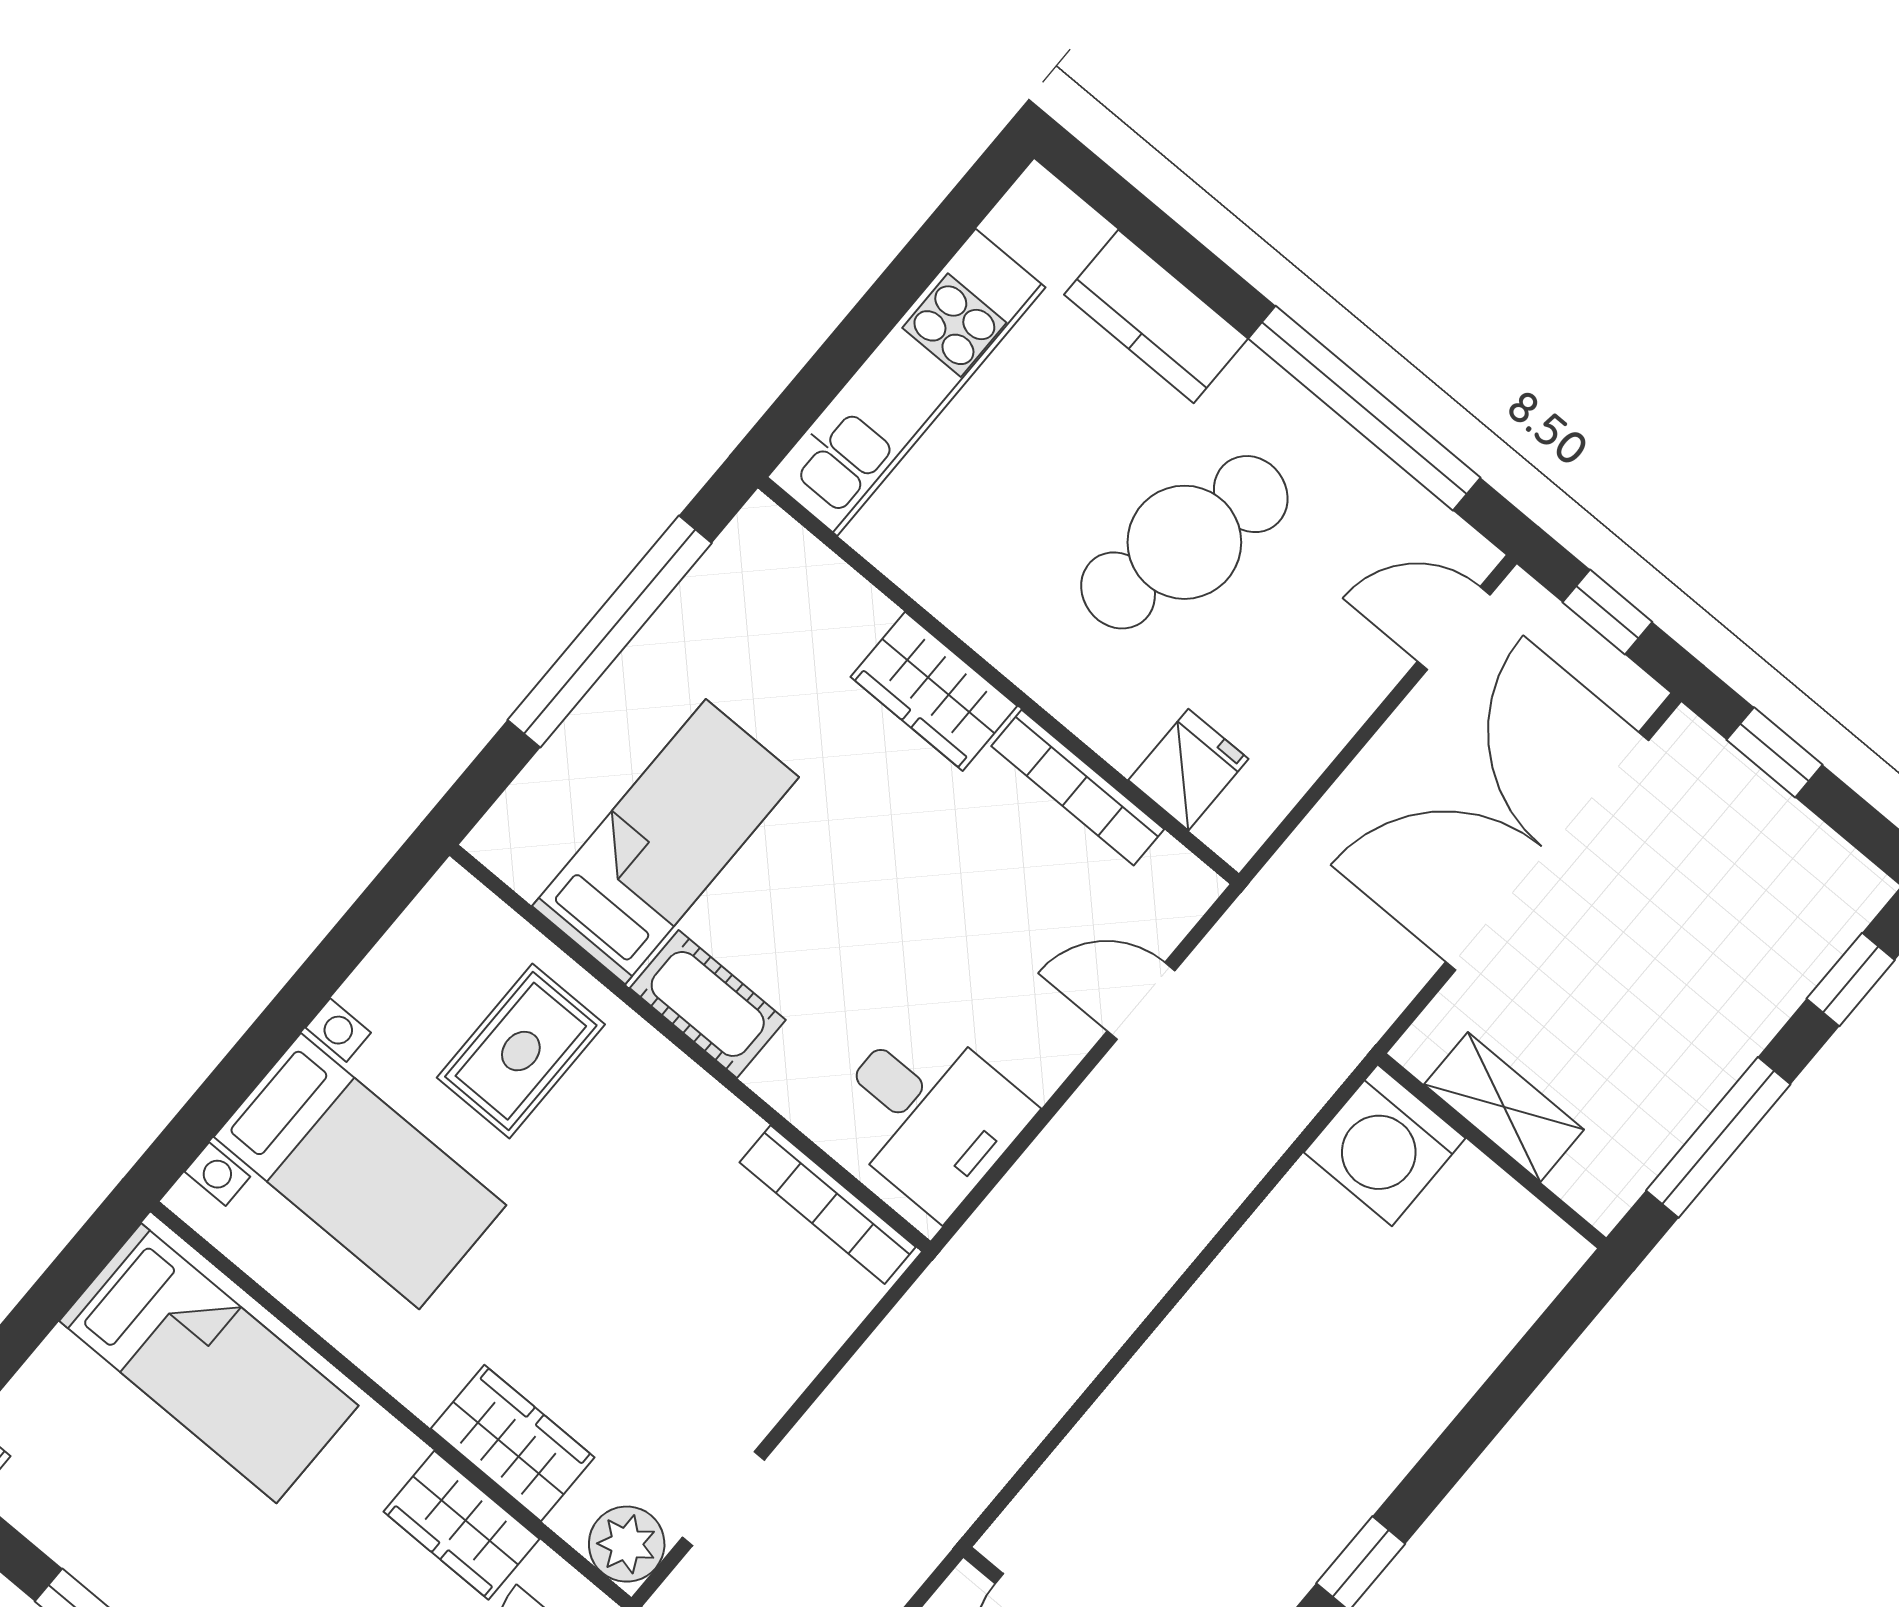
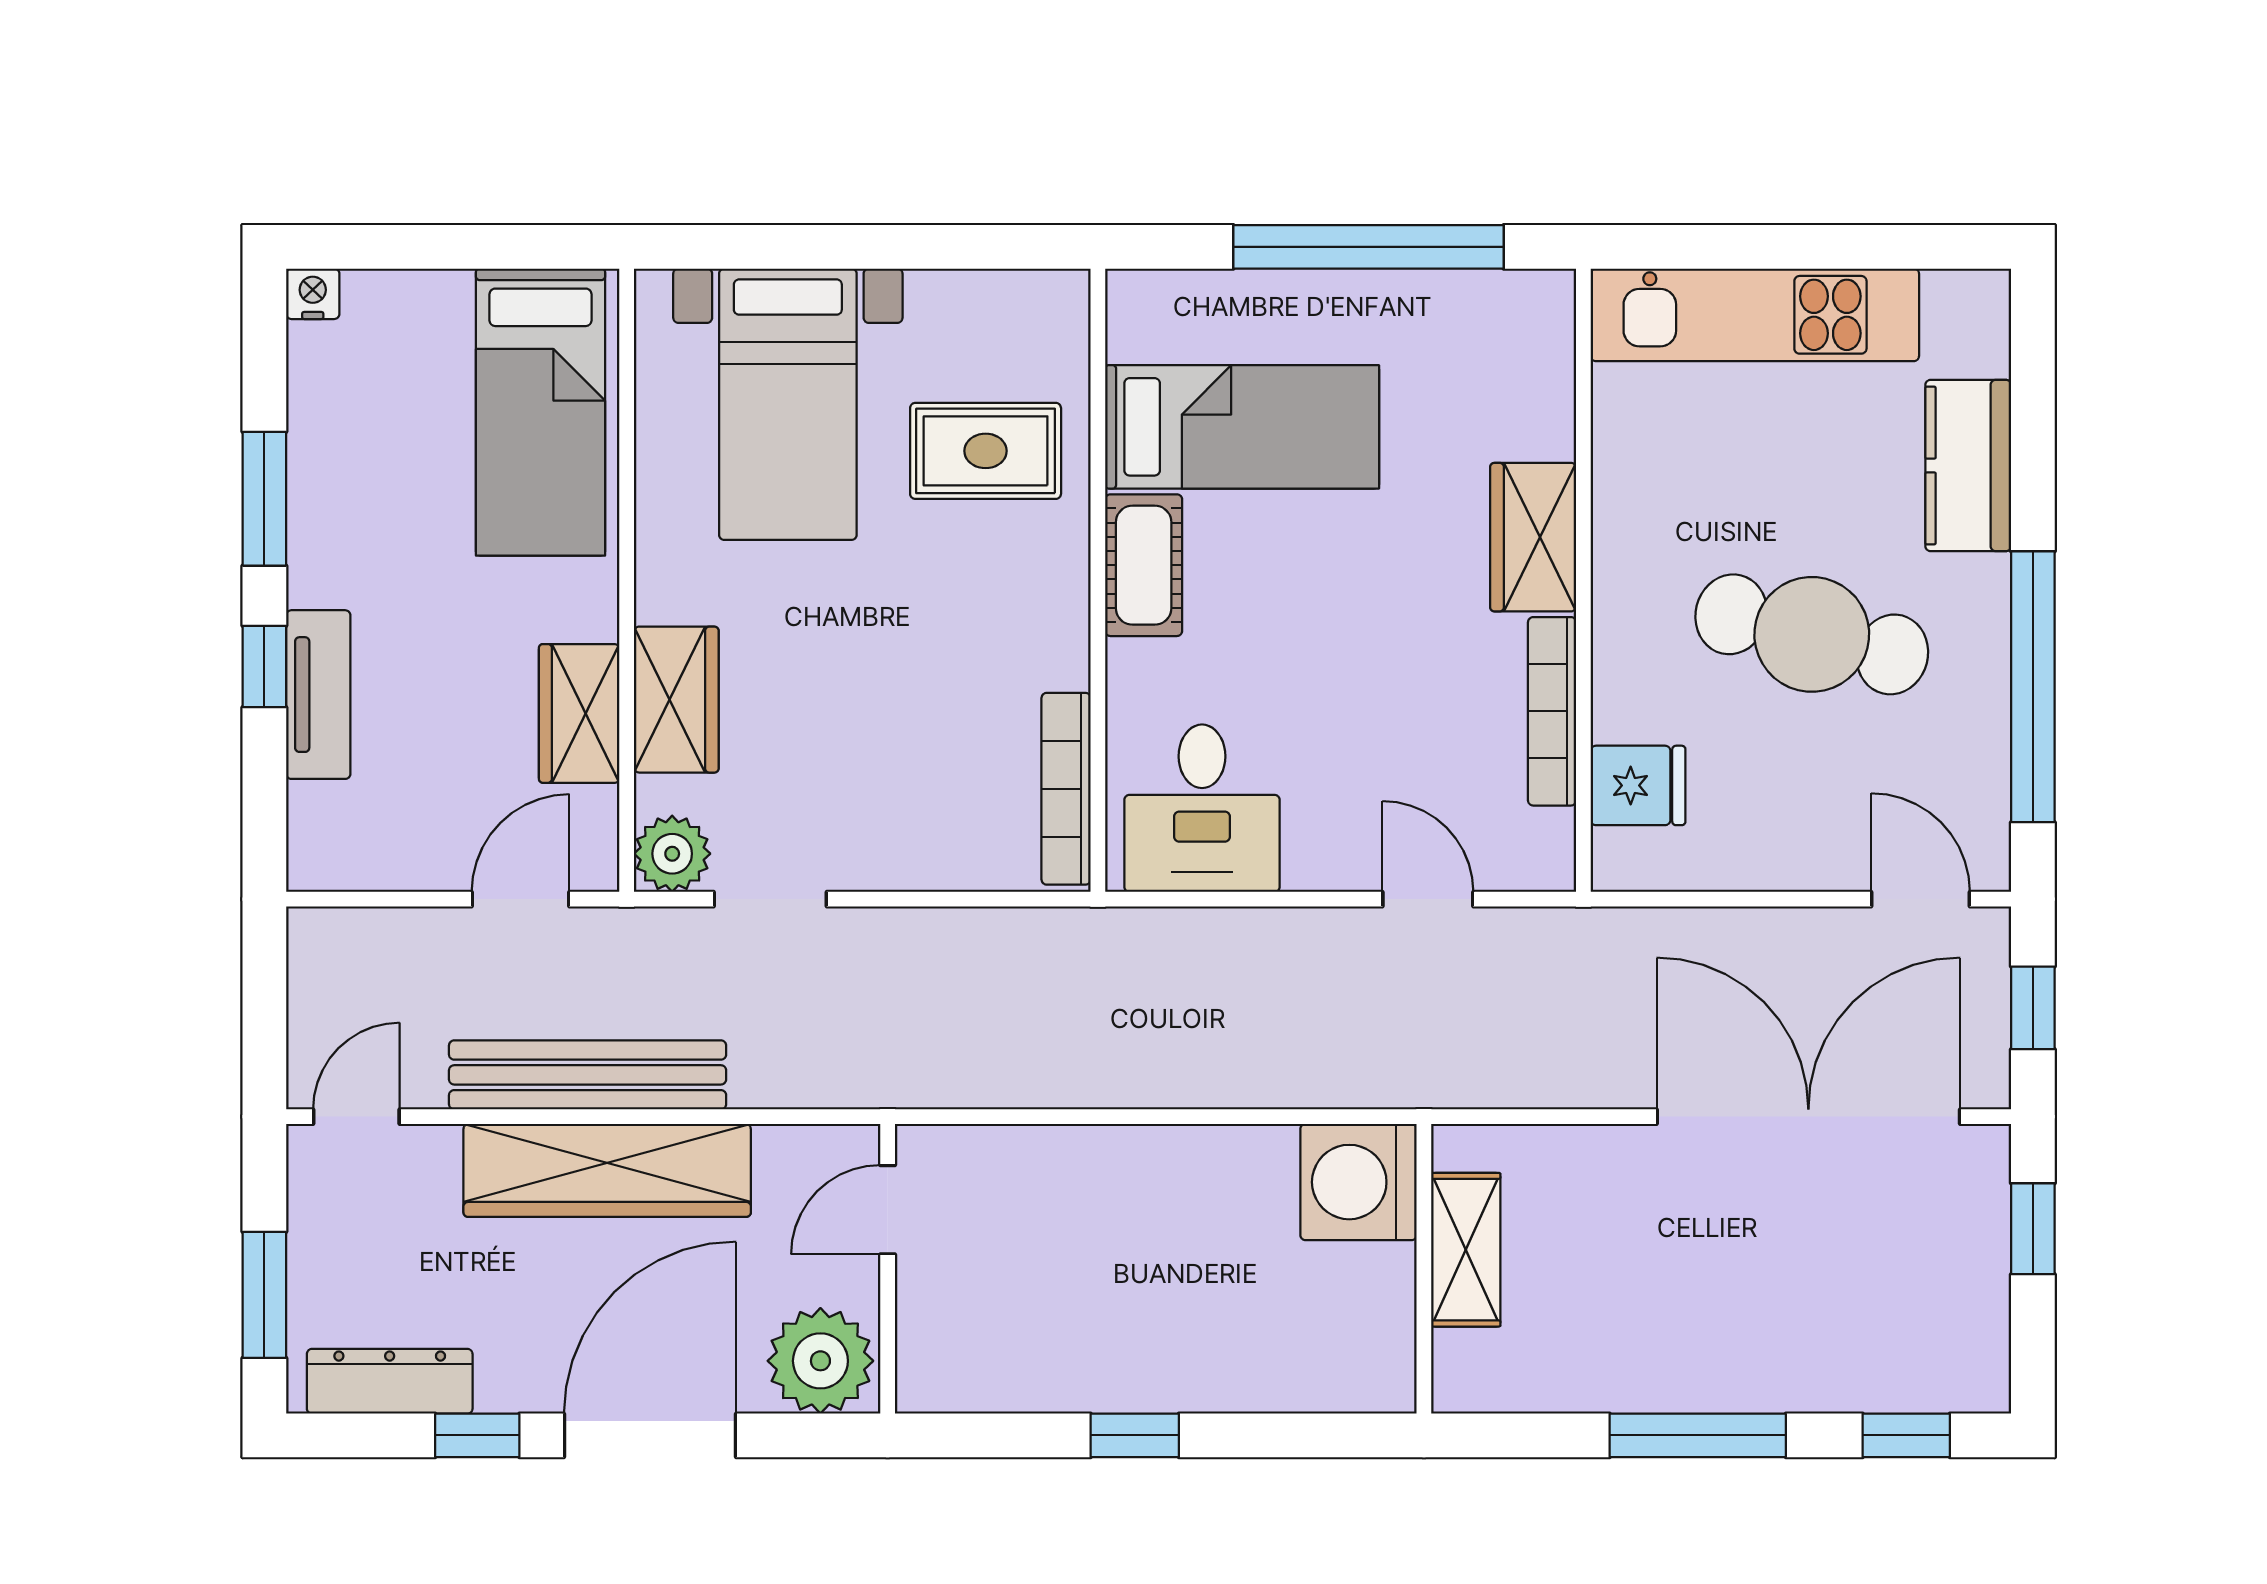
shelving: (1504, 1107) -> (1466, 1250), moved
washing machine: (1385, 1145) -> (1359, 1182), moved
wall: (1492, 1151) -> (1424, 1269), moved

